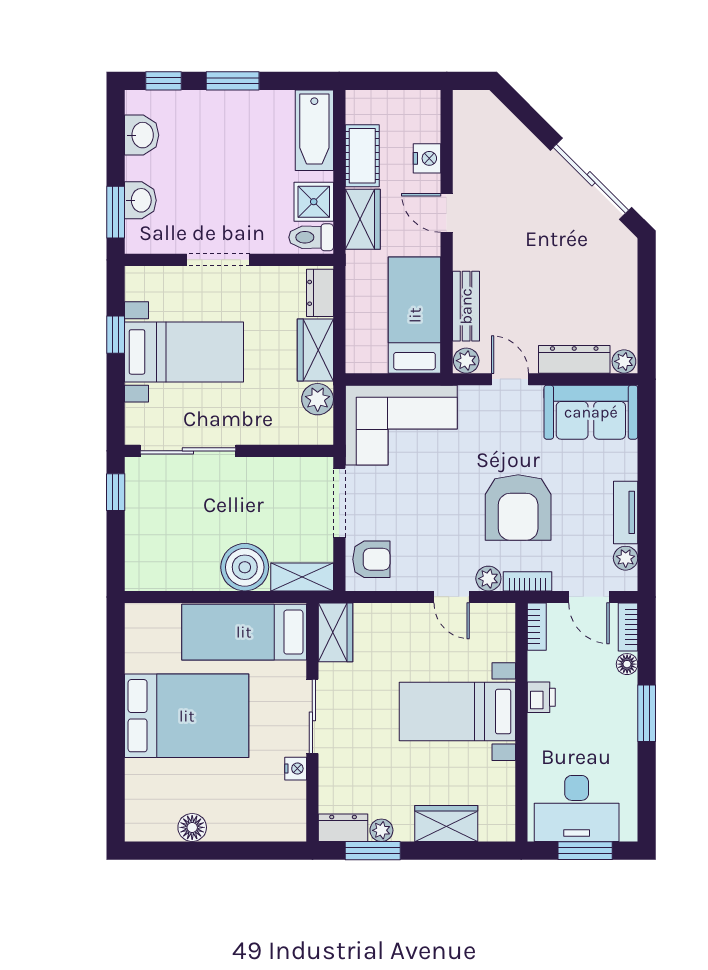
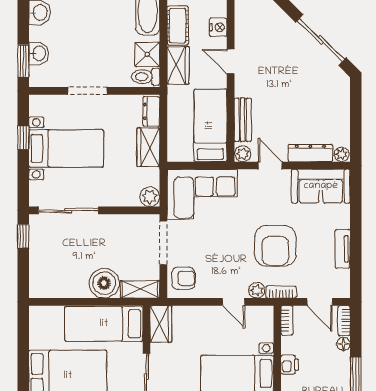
plant: (318, 399) -> (150, 197), moved
plant: (626, 558) -> (343, 278), removed

